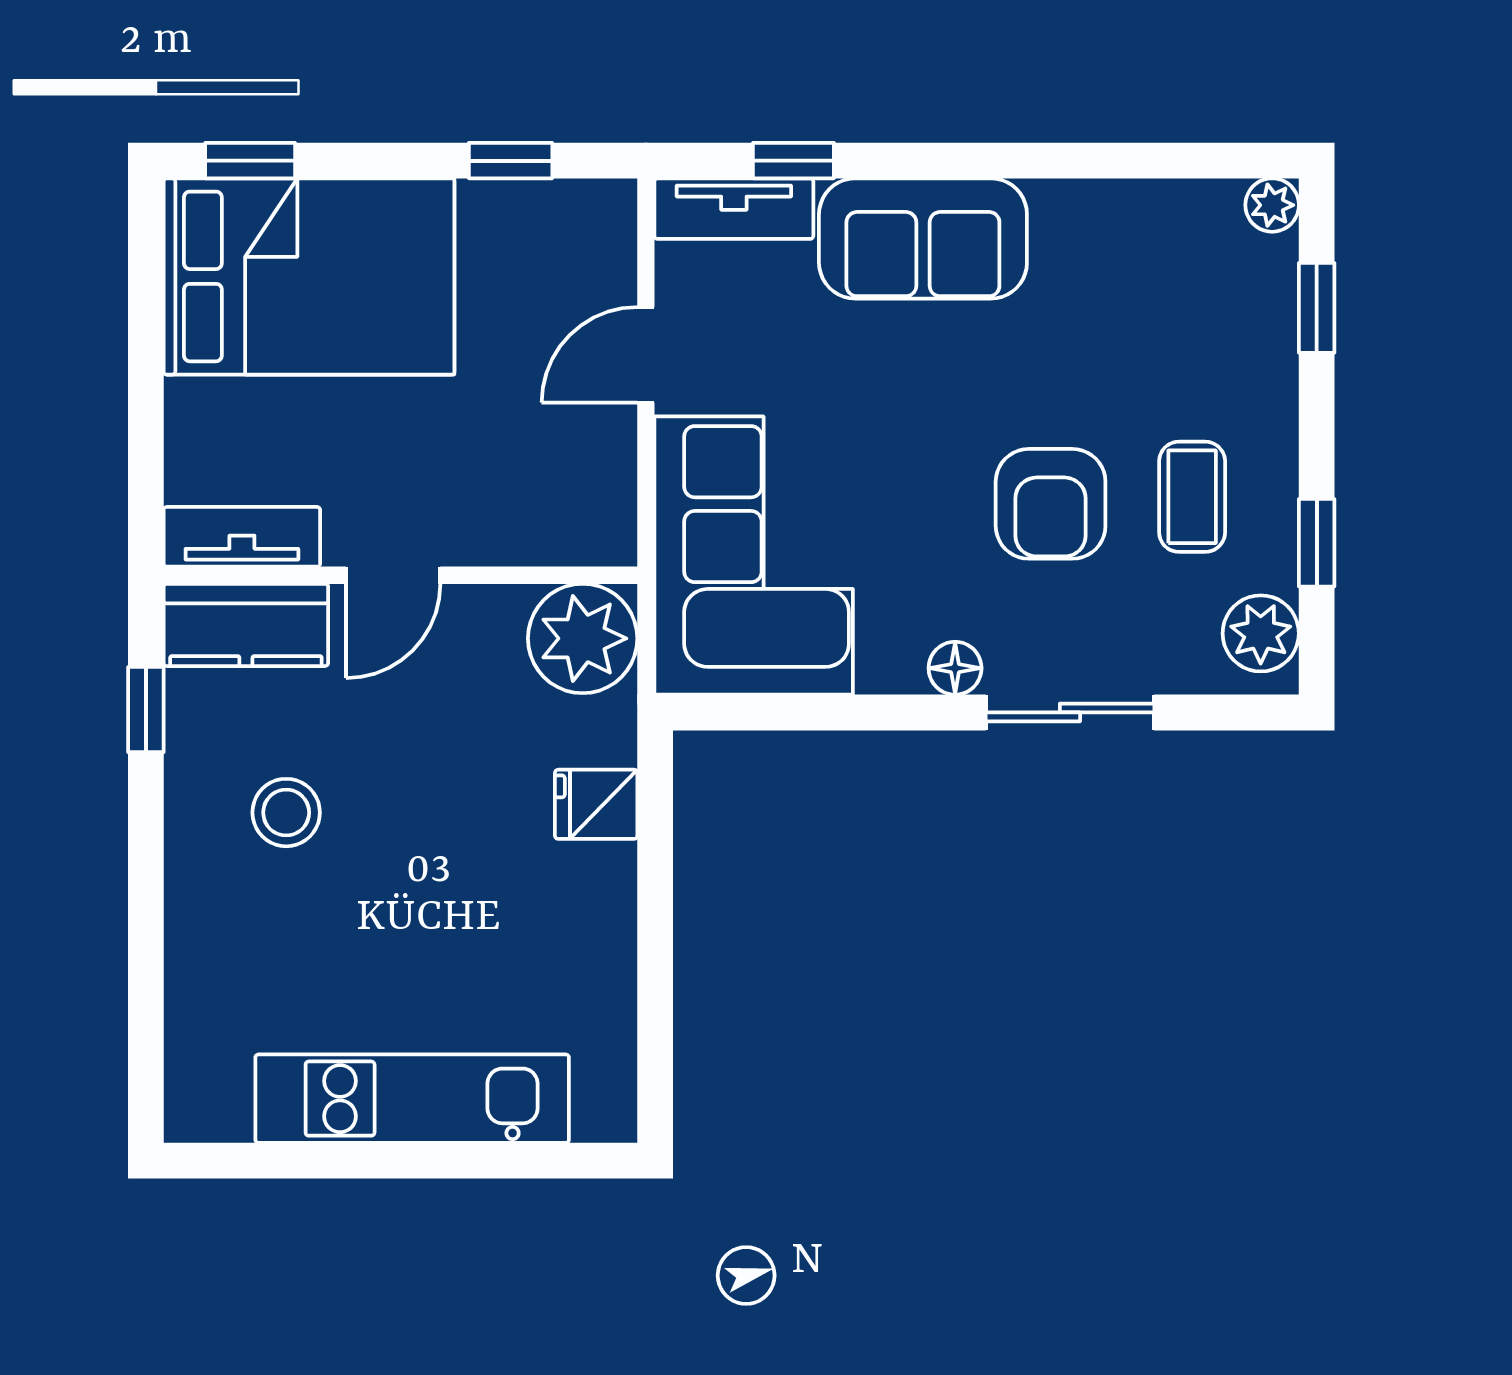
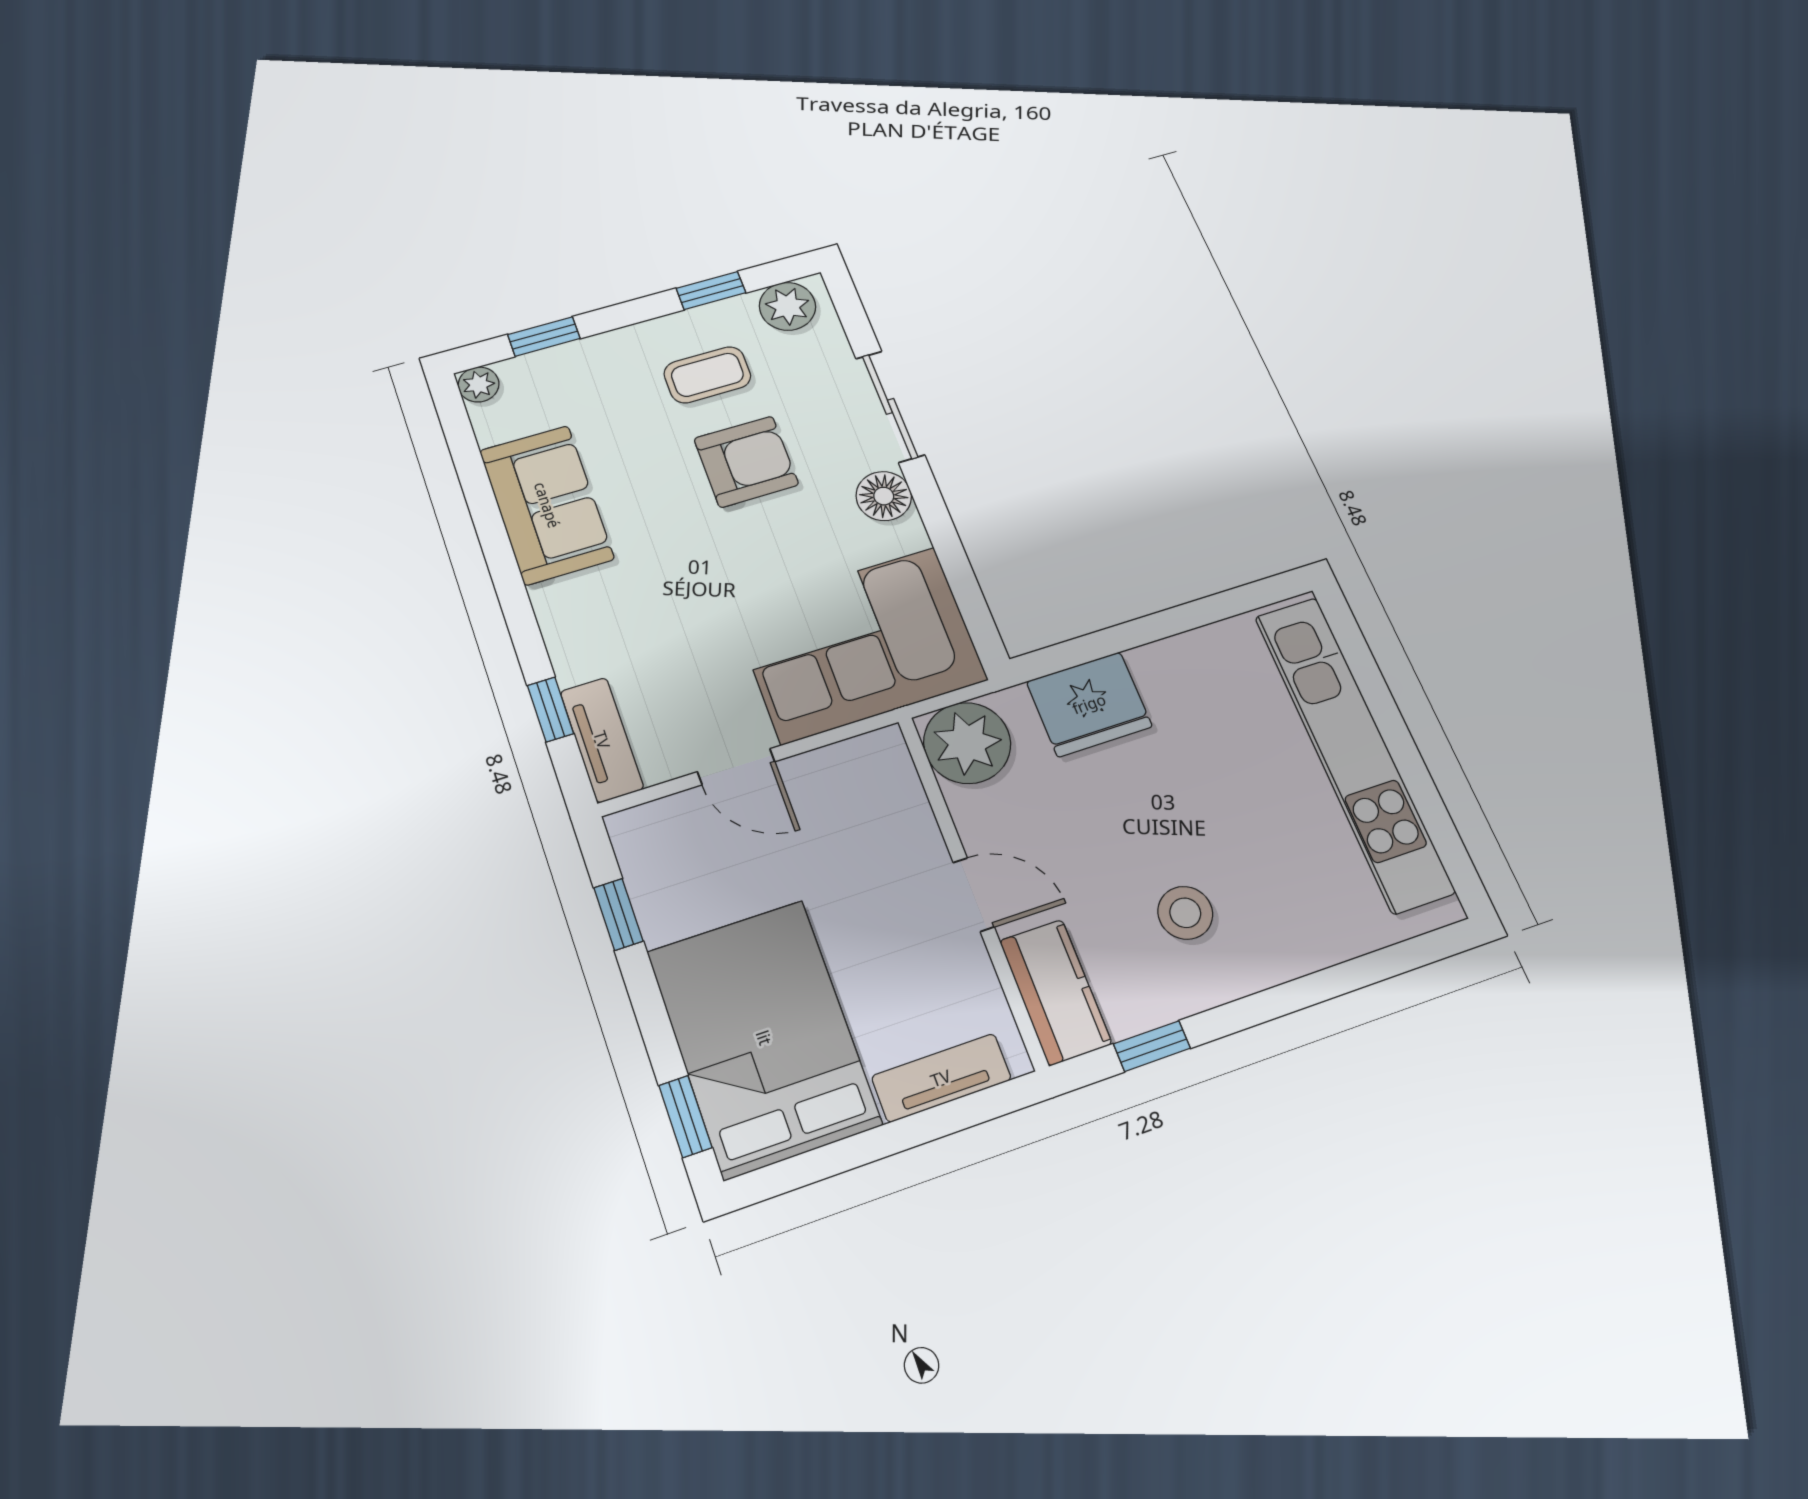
sofa: (923, 238) -> (547, 505), moved
tv unit: (242, 537) -> (941, 1078), moved, turned 90
floor lamp: (955, 668) -> (884, 496), width x1.37, depth x1.37
fridge: (596, 804) -> (1089, 704), width x1.88, depth x1.34
kitchen unit: (412, 1099) -> (1353, 752), width x1.36

